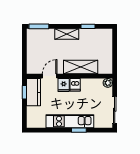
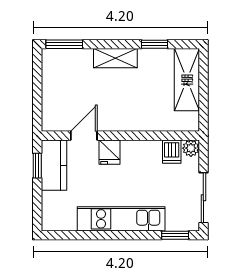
shelving: (81, 67) -> (187, 80), moved, turned 90
dishwasher: (75, 85) -> (172, 152), moved
window: (79, 130) -> (175, 235), moved

